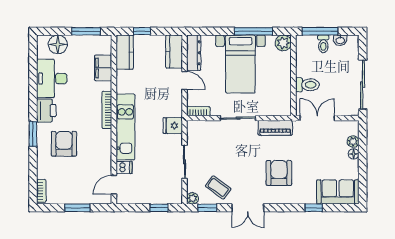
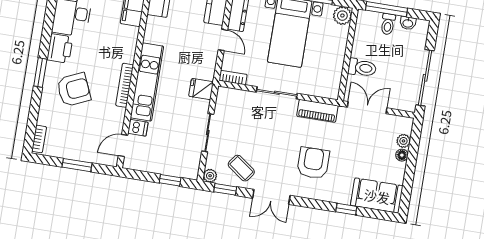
bookcase: (107, 110) -> (125, 85), moved
armchair: (64, 144) -> (74, 90), turned 66

